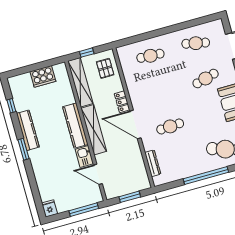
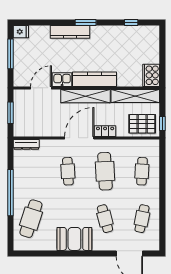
window: (87, 53) -> (162, 124), moved
pallet: (105, 68) -> (142, 124), width x1.50, depth x1.42
cooker: (43, 76) -> (151, 75), moved
cafe table: (160, 91) -> (105, 171), added
kitchen counter: (28, 130) -> (70, 32), moved
dresser: (153, 163) -> (26, 144), moved
window: (84, 210) -> (10, 54), moved

